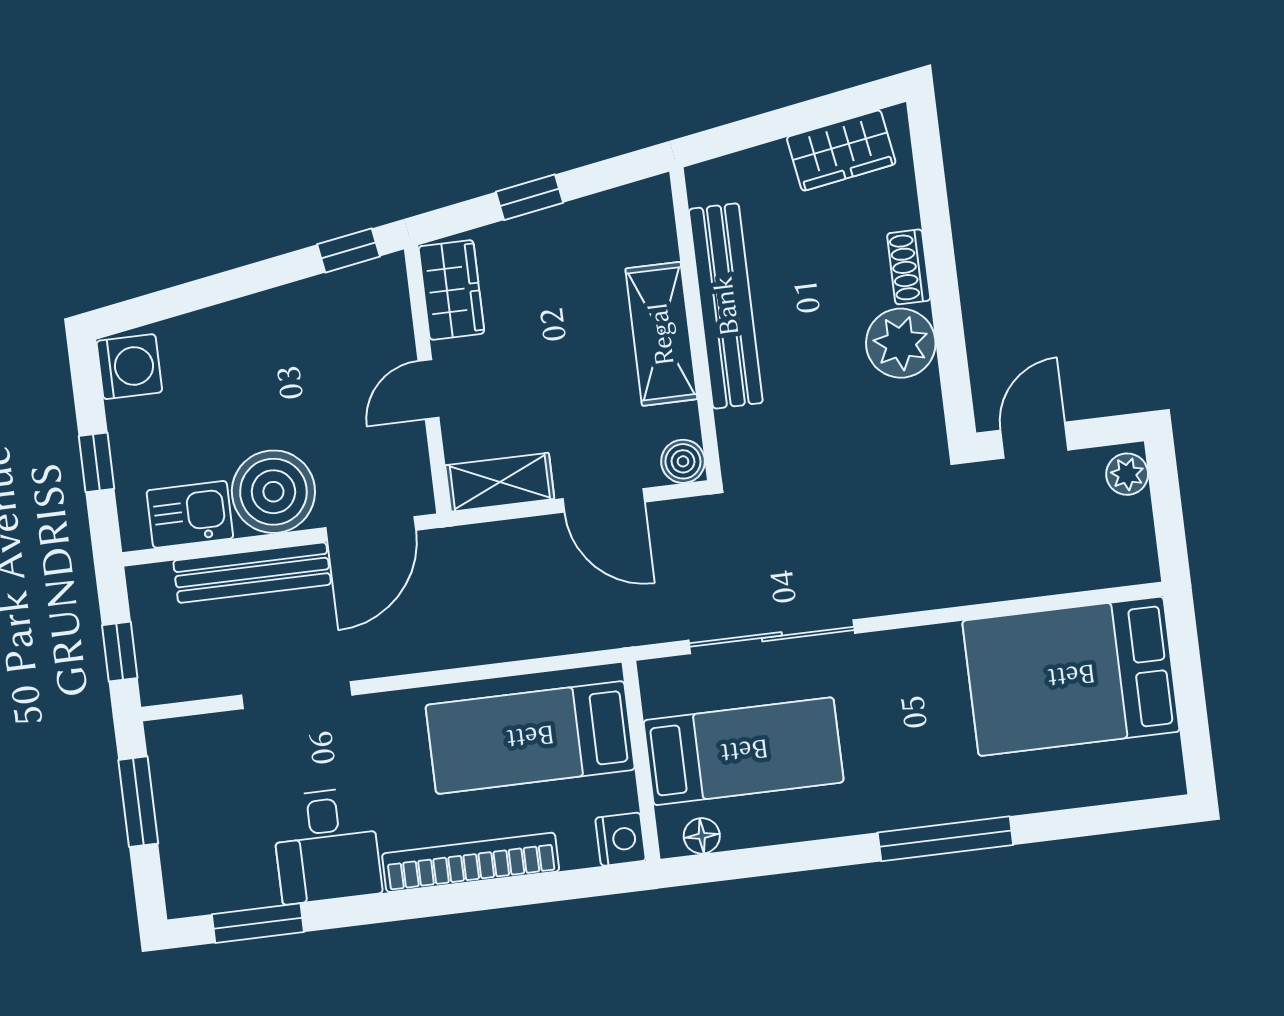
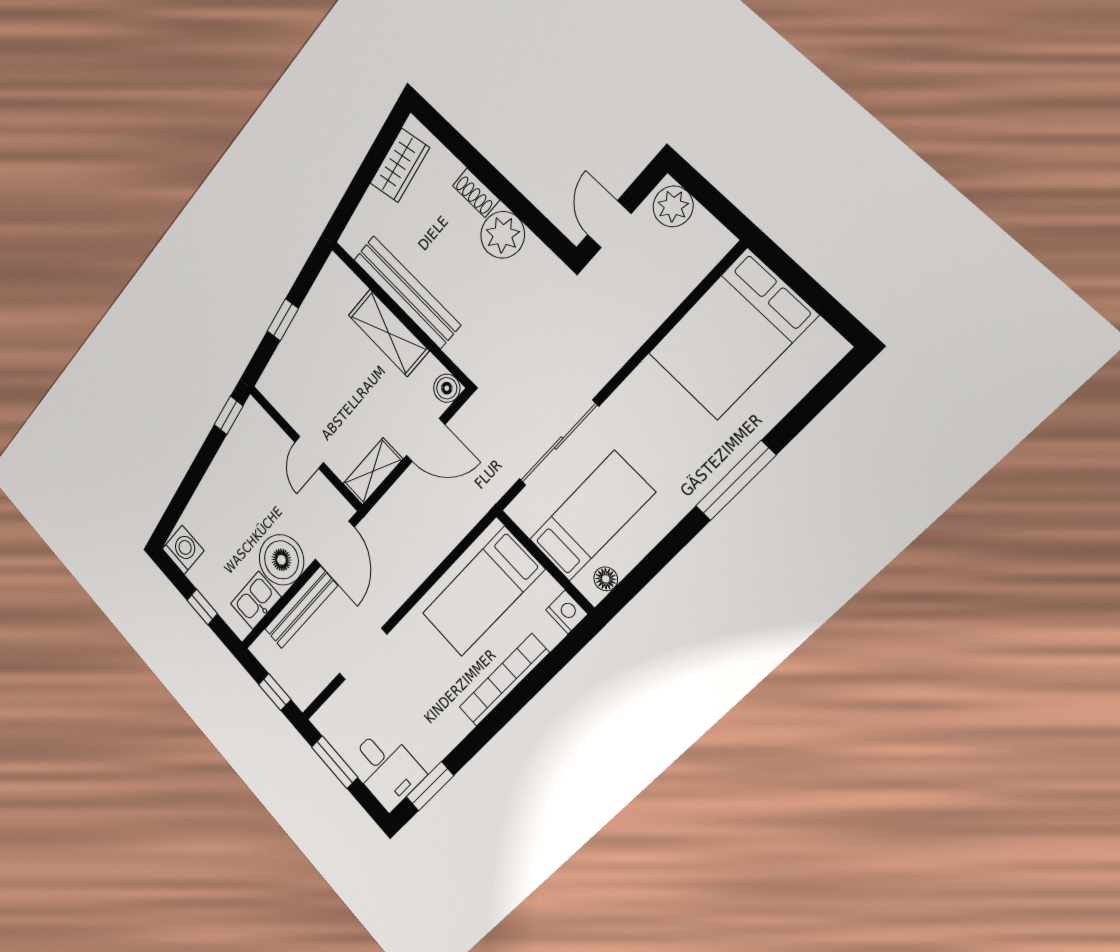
wardrobe: (451, 290) -> (283, 395), removed
plant: (1127, 474) -> (673, 206), width x1.38, depth x1.38
desk: (326, 845) -> (386, 768), moved

